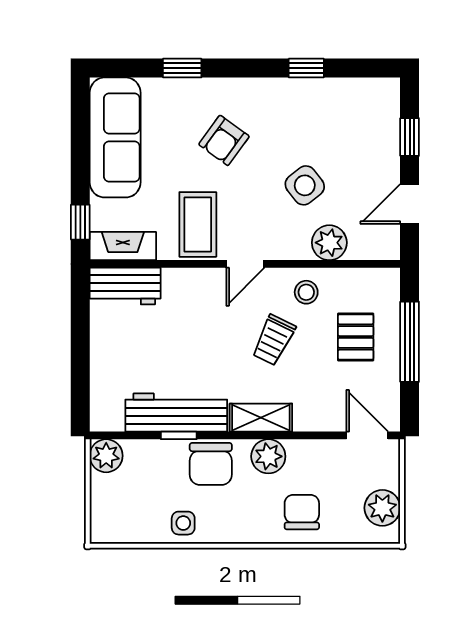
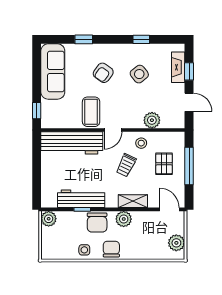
side table: (305, 185) -> (139, 74), moved
door: (410, 204) -> (189, 102), swing flipped
fireplace: (123, 246) -> (178, 67), moved, turned -90
workbench: (125, 286) -> (72, 143), width x1.88, depth x1.32
shelving: (261, 418) -> (133, 201), moved
chair: (302, 512) -> (111, 249), moved

